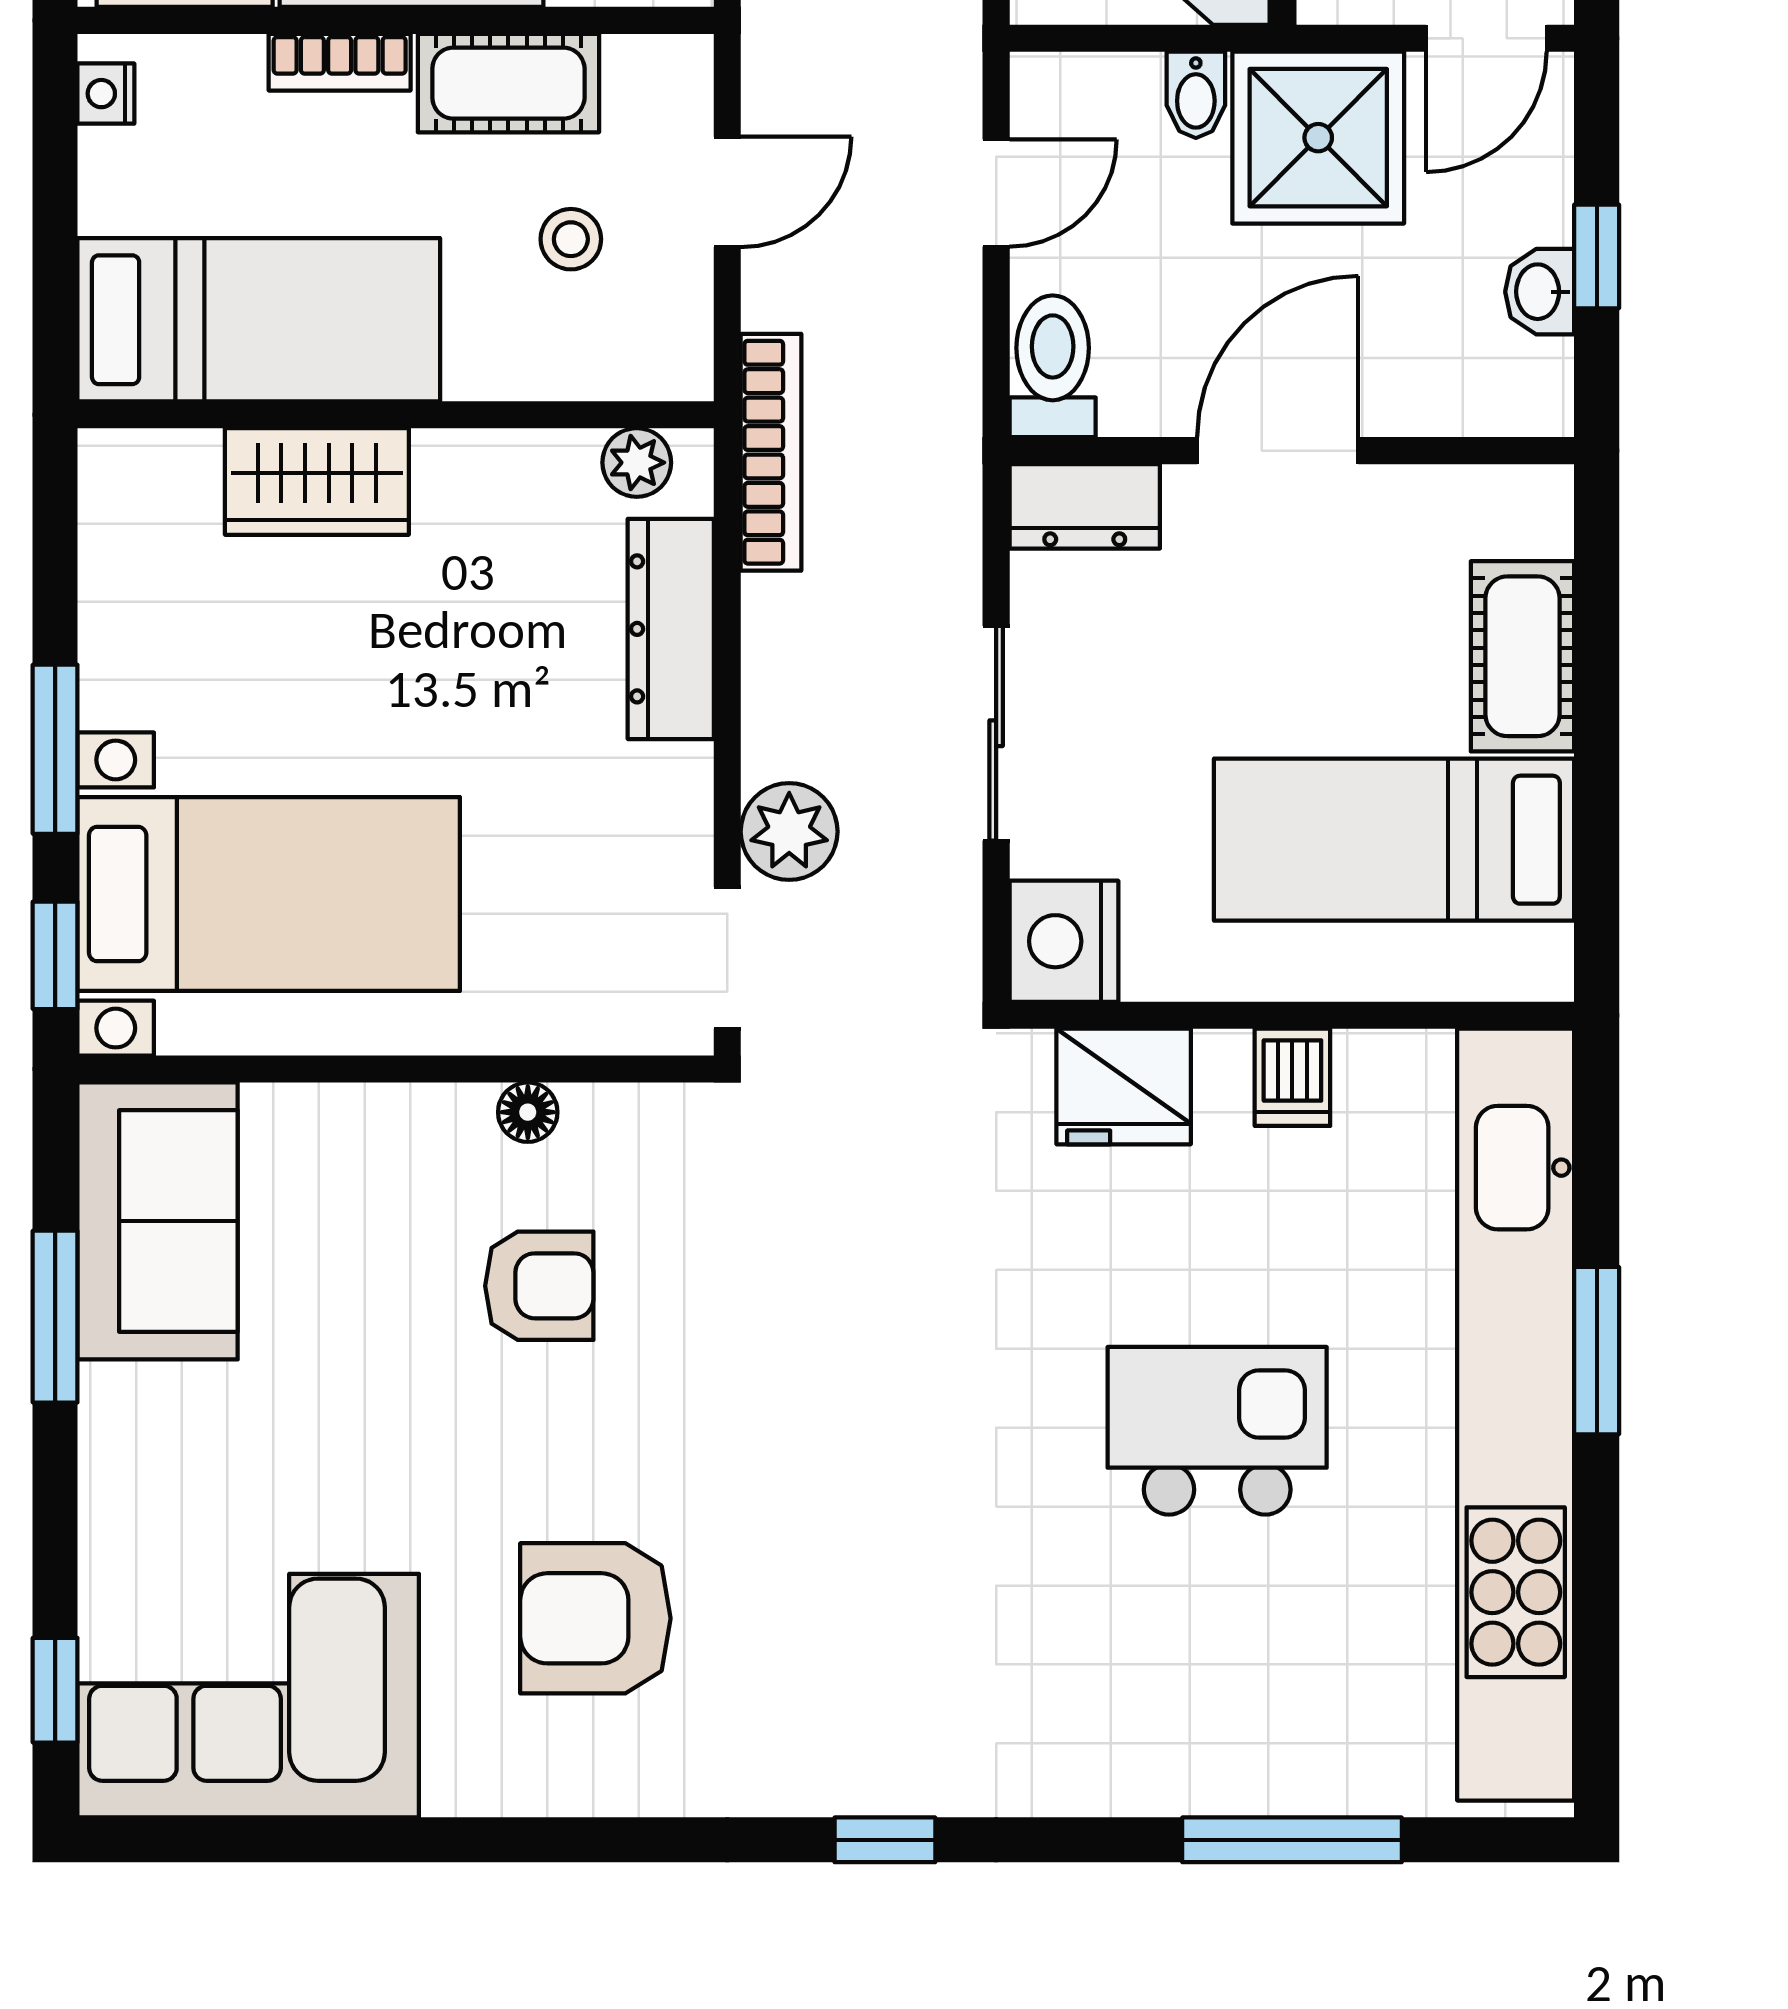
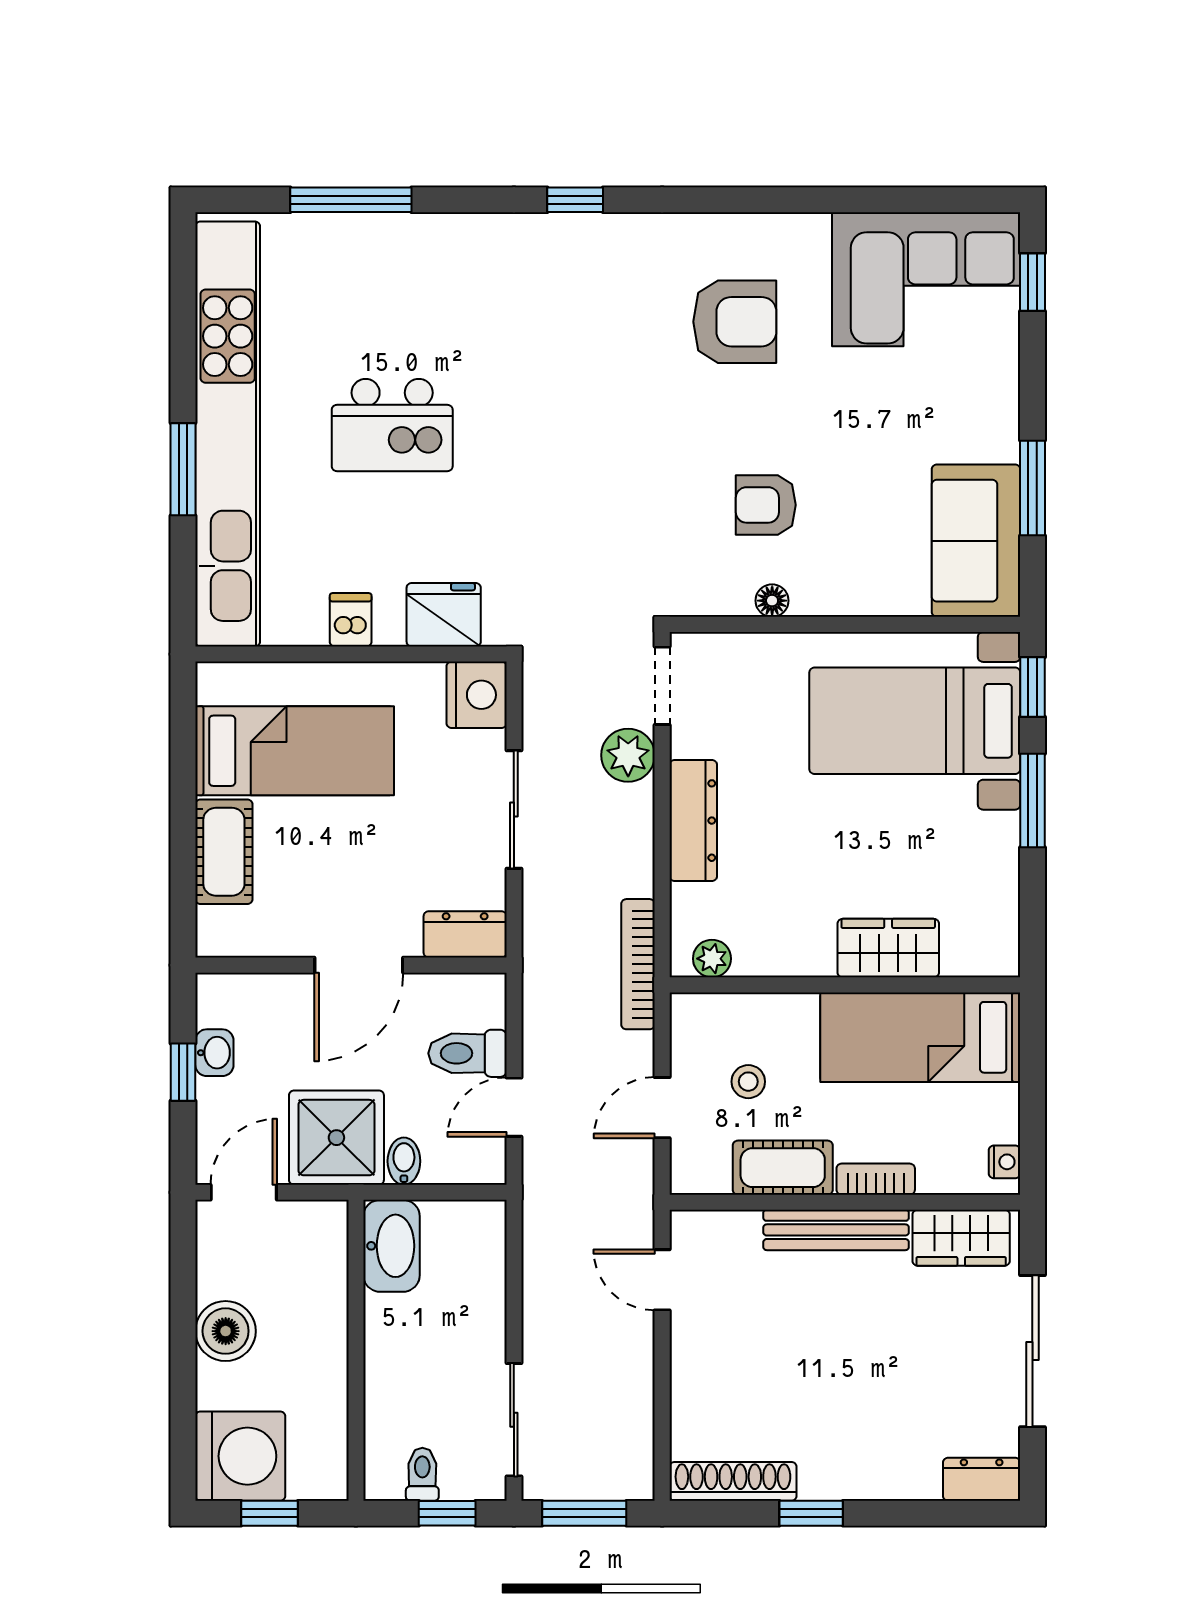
toilet: (1053, 366) -> (467, 1053), moved, turned 90
dresser: (671, 629) -> (693, 821), moved

